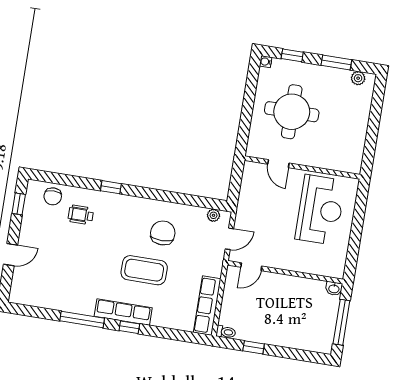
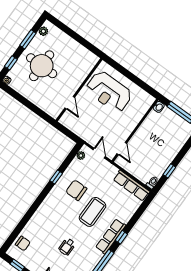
round table: (292, 112) -> (42, 66), moved
door: (278, 164) -> (70, 103), hinge flipped
window: (111, 187) -> (56, 177), moved
reception desk: (320, 210) -> (109, 92), turned 180
wheelchair: (81, 215) -> (67, 247), moved

